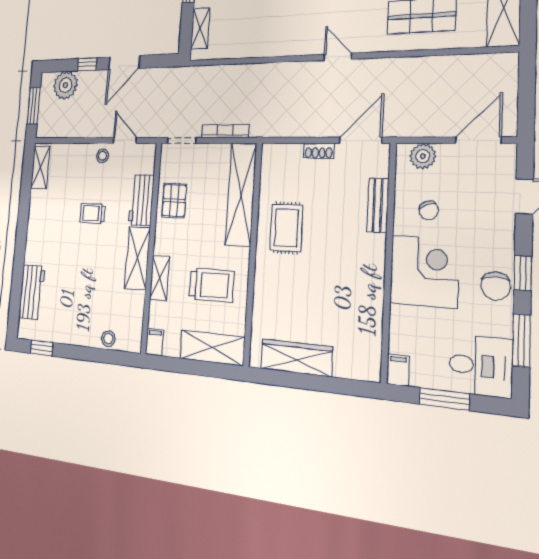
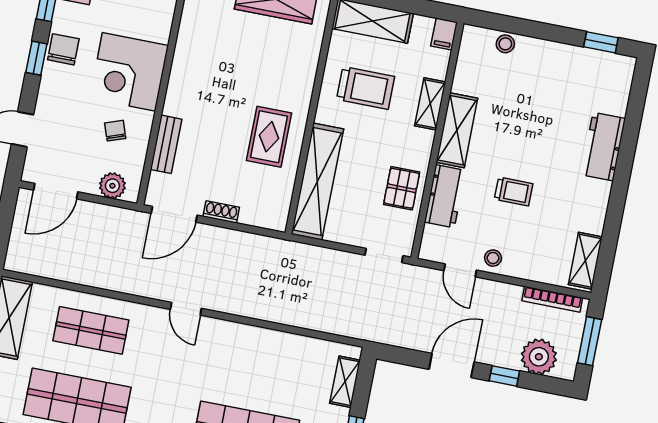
bookcase: (225, 131) -> (552, 299), moved
trolley: (211, 285) -> (366, 88), turned 180
workbench: (32, 292) -> (603, 147), moved

